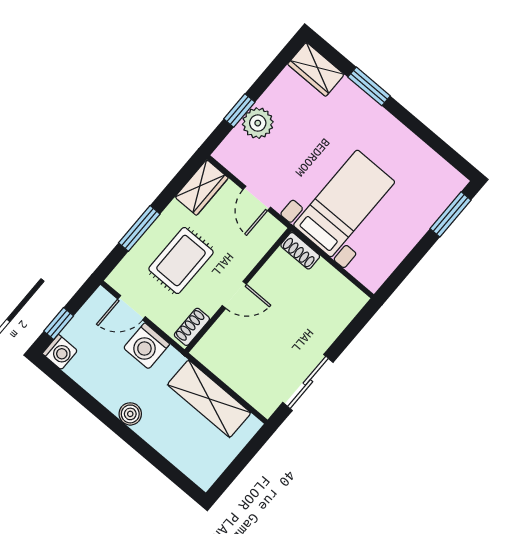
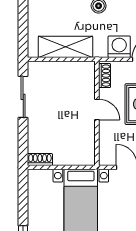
shoe rack: (300, 251) -> (40, 160), moved
door: (234, 295) -> (97, 110), swing flipped

